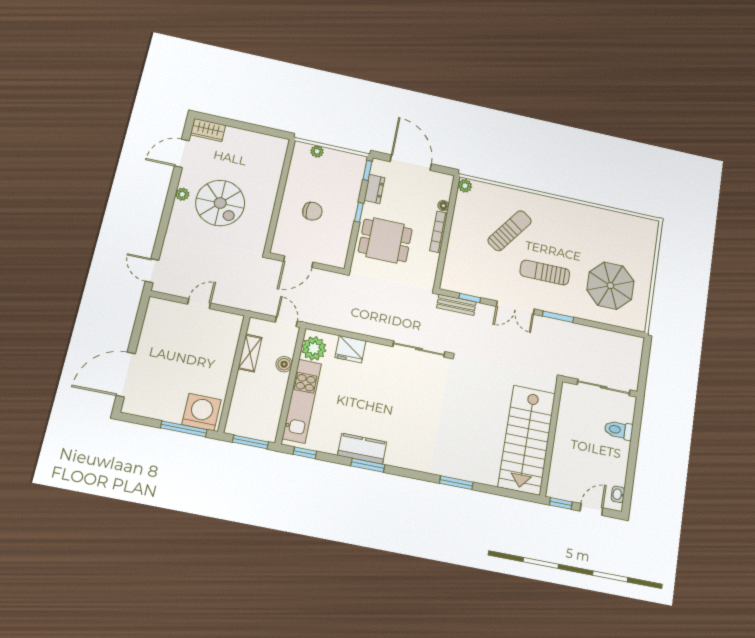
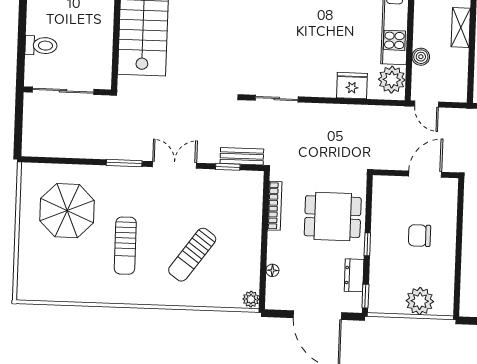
plant: (317, 151) -> (420, 301), width x1.88, depth x1.88
bookcase: (439, 232) -> (275, 206), moved
sun lounger: (545, 272) -> (125, 246), moved, turned 90
sliding door: (419, 349) -> (277, 99), width x0.73
shelving: (250, 353) -> (461, 28), moved

